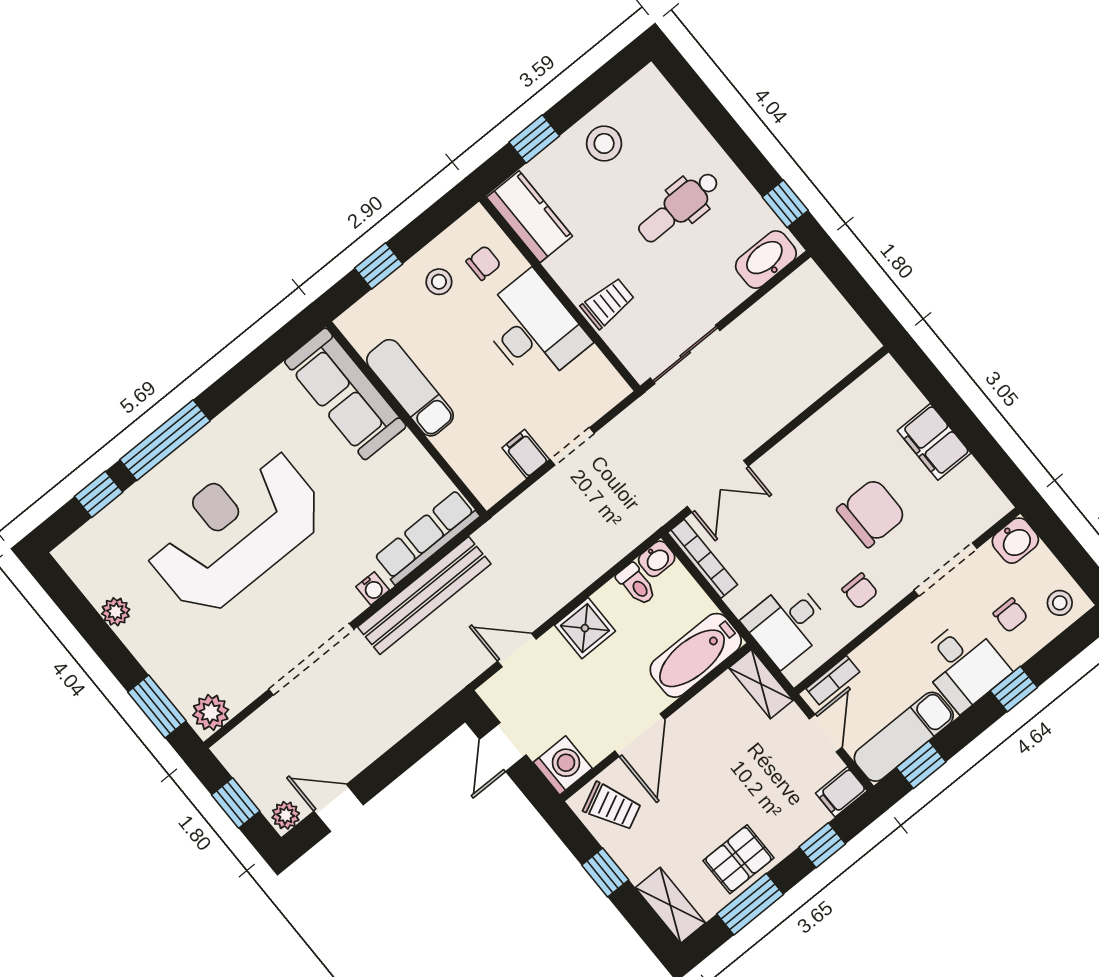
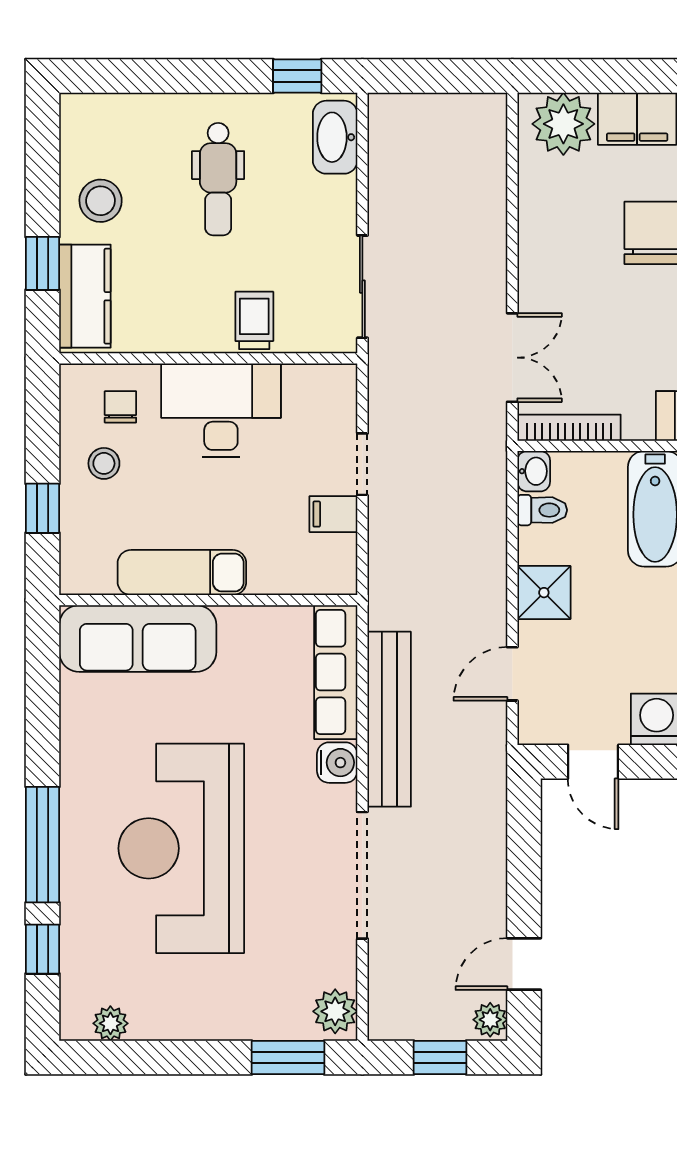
kitchen counter: (529, 217) -> (85, 296), moved, turned 90
plant: (893, 398) -> (563, 124), added
water cooler: (373, 588) -> (337, 763), width x1.38, depth x1.38
plant: (116, 612) -> (110, 1023), moved

